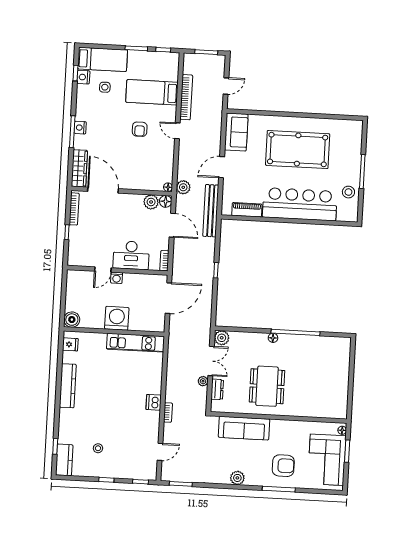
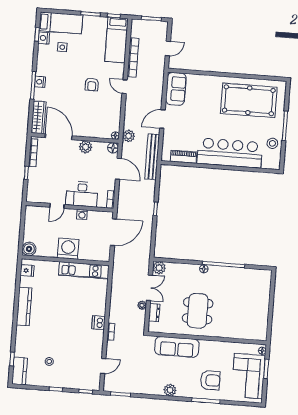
bed: (152, 92) -> (116, 40), moved, turned -90
pool table: (298, 150) -> (249, 100), moved
plant: (151, 202) -> (86, 147), moved
washing machine: (117, 278) -> (82, 214), moved

